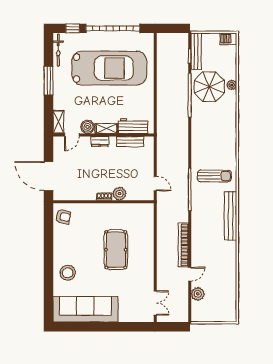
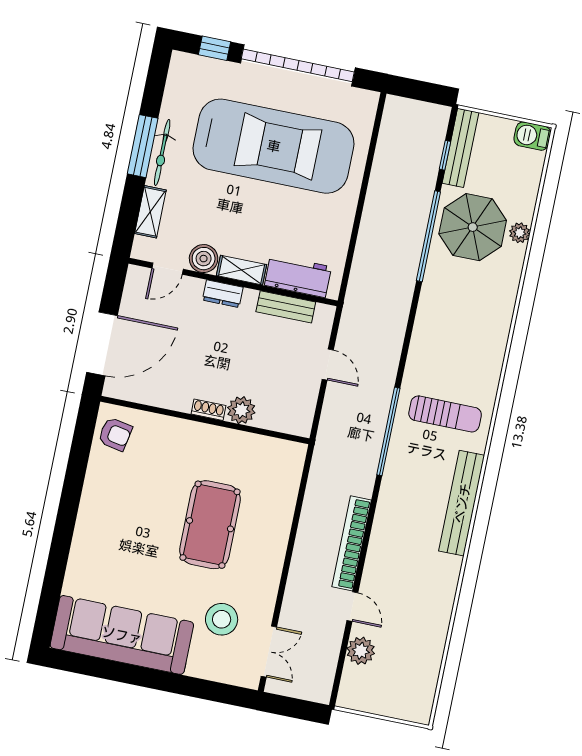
bicycle: (58, 50) -> (162, 152), moved
shelving: (58, 122) -> (150, 212), moved
door: (49, 176) -> (102, 344), swing flipped
door: (155, 184) -> (328, 365), moved
stool: (68, 273) -> (222, 619), moved
door: (190, 274) -> (352, 607), hinge flipped

